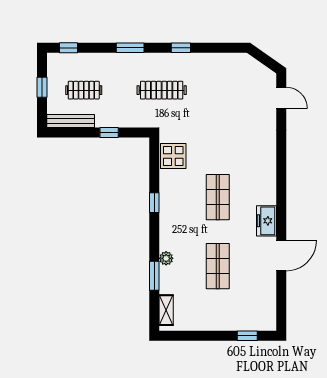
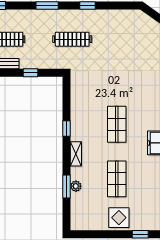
display table: (173, 156) -> (119, 218), moved
plant: (166, 258) -> (76, 186), moved
shelving: (166, 310) -> (76, 154), moved

